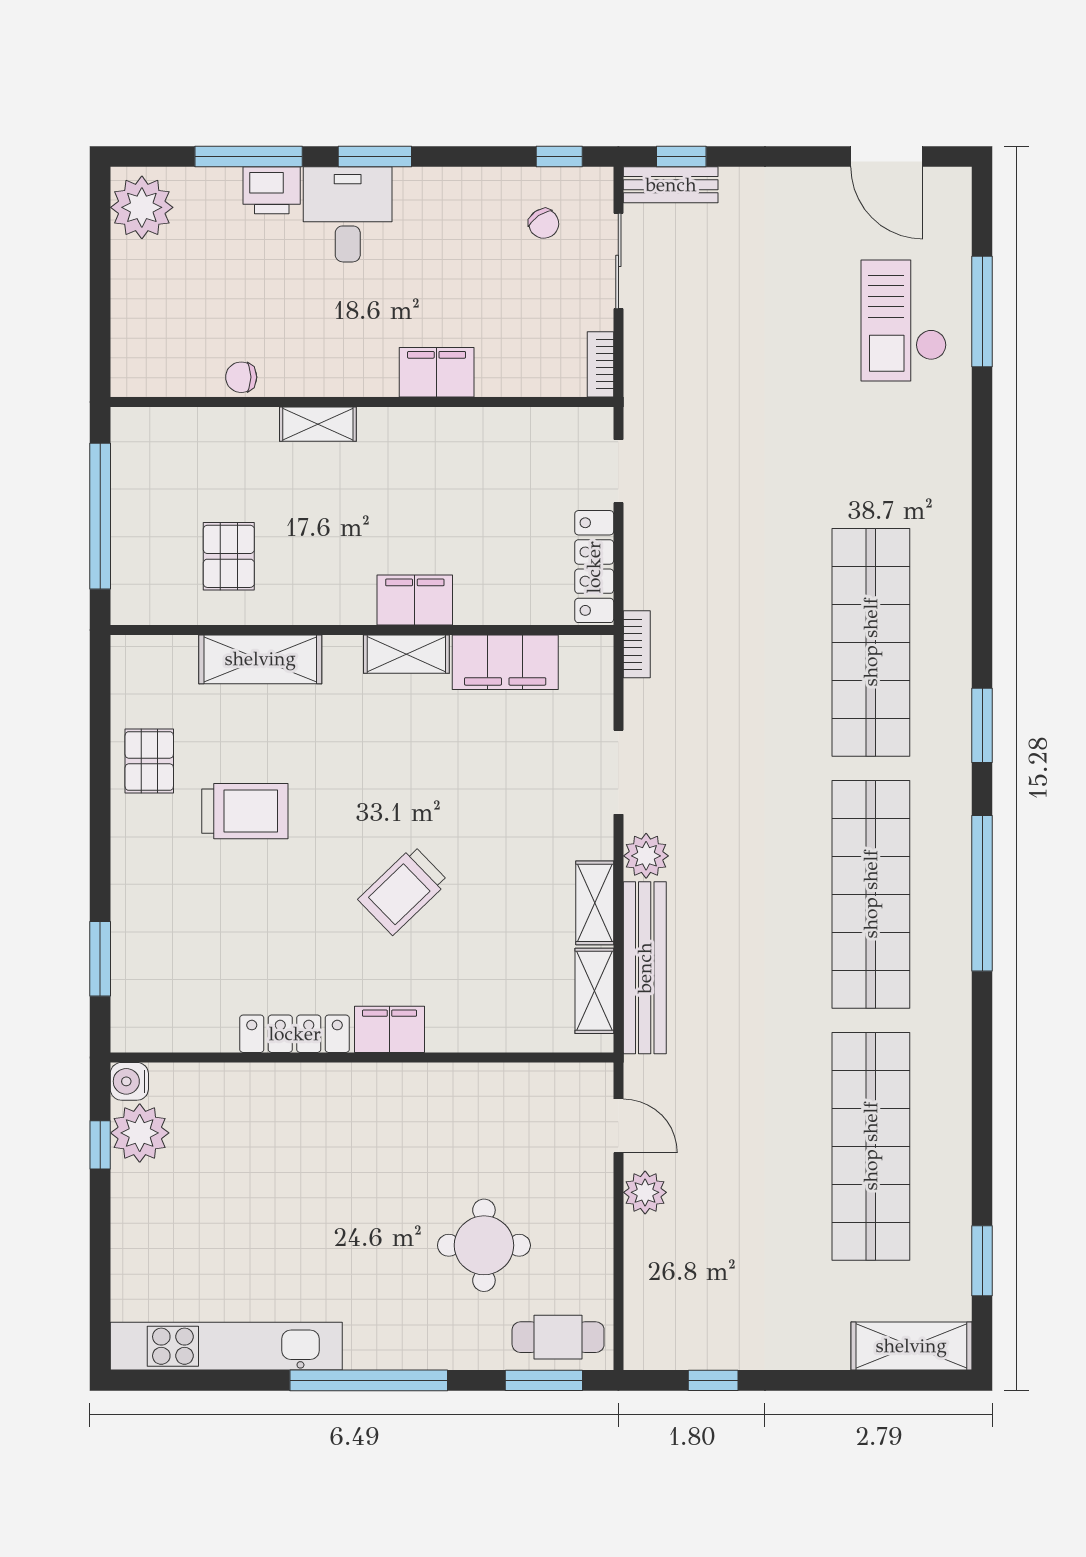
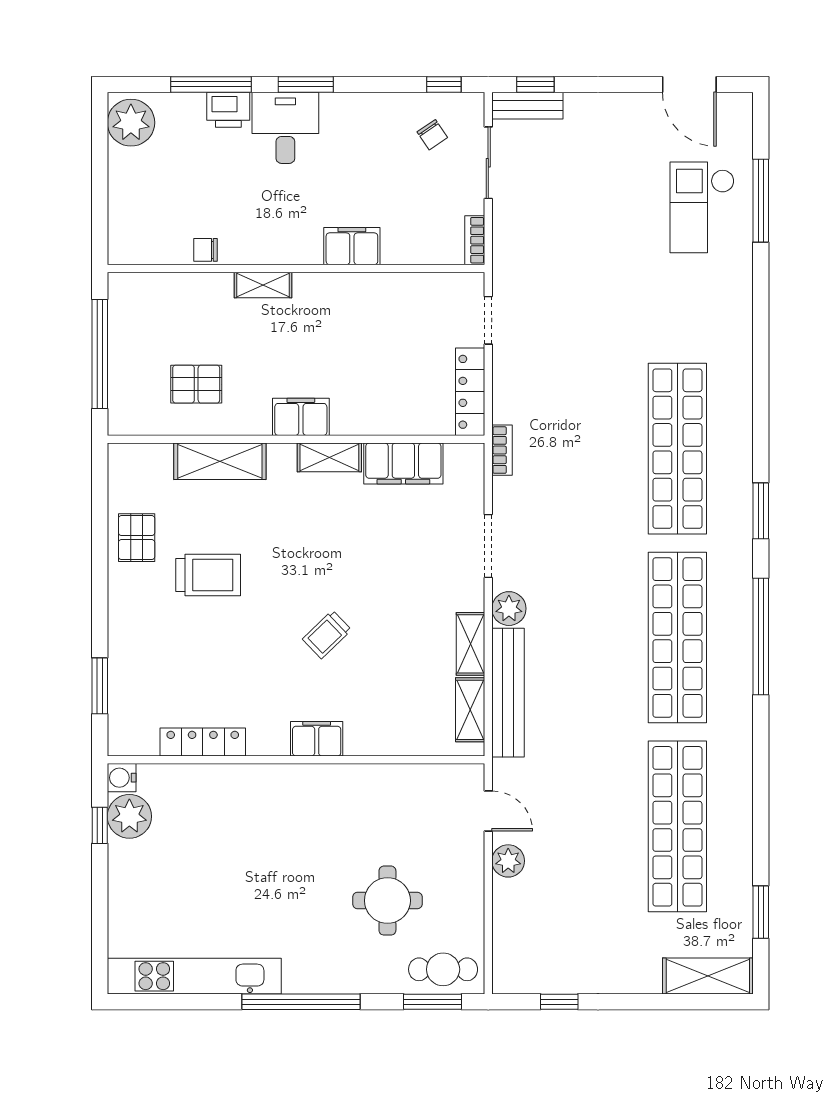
pallet: (229, 556) -> (196, 384), turned 90
filing cabinet: (415, 600) -> (301, 417), moved
trolley: (403, 890) -> (327, 635), width x0.73, depth x0.72
locker: (295, 1034) -> (203, 742), moved

